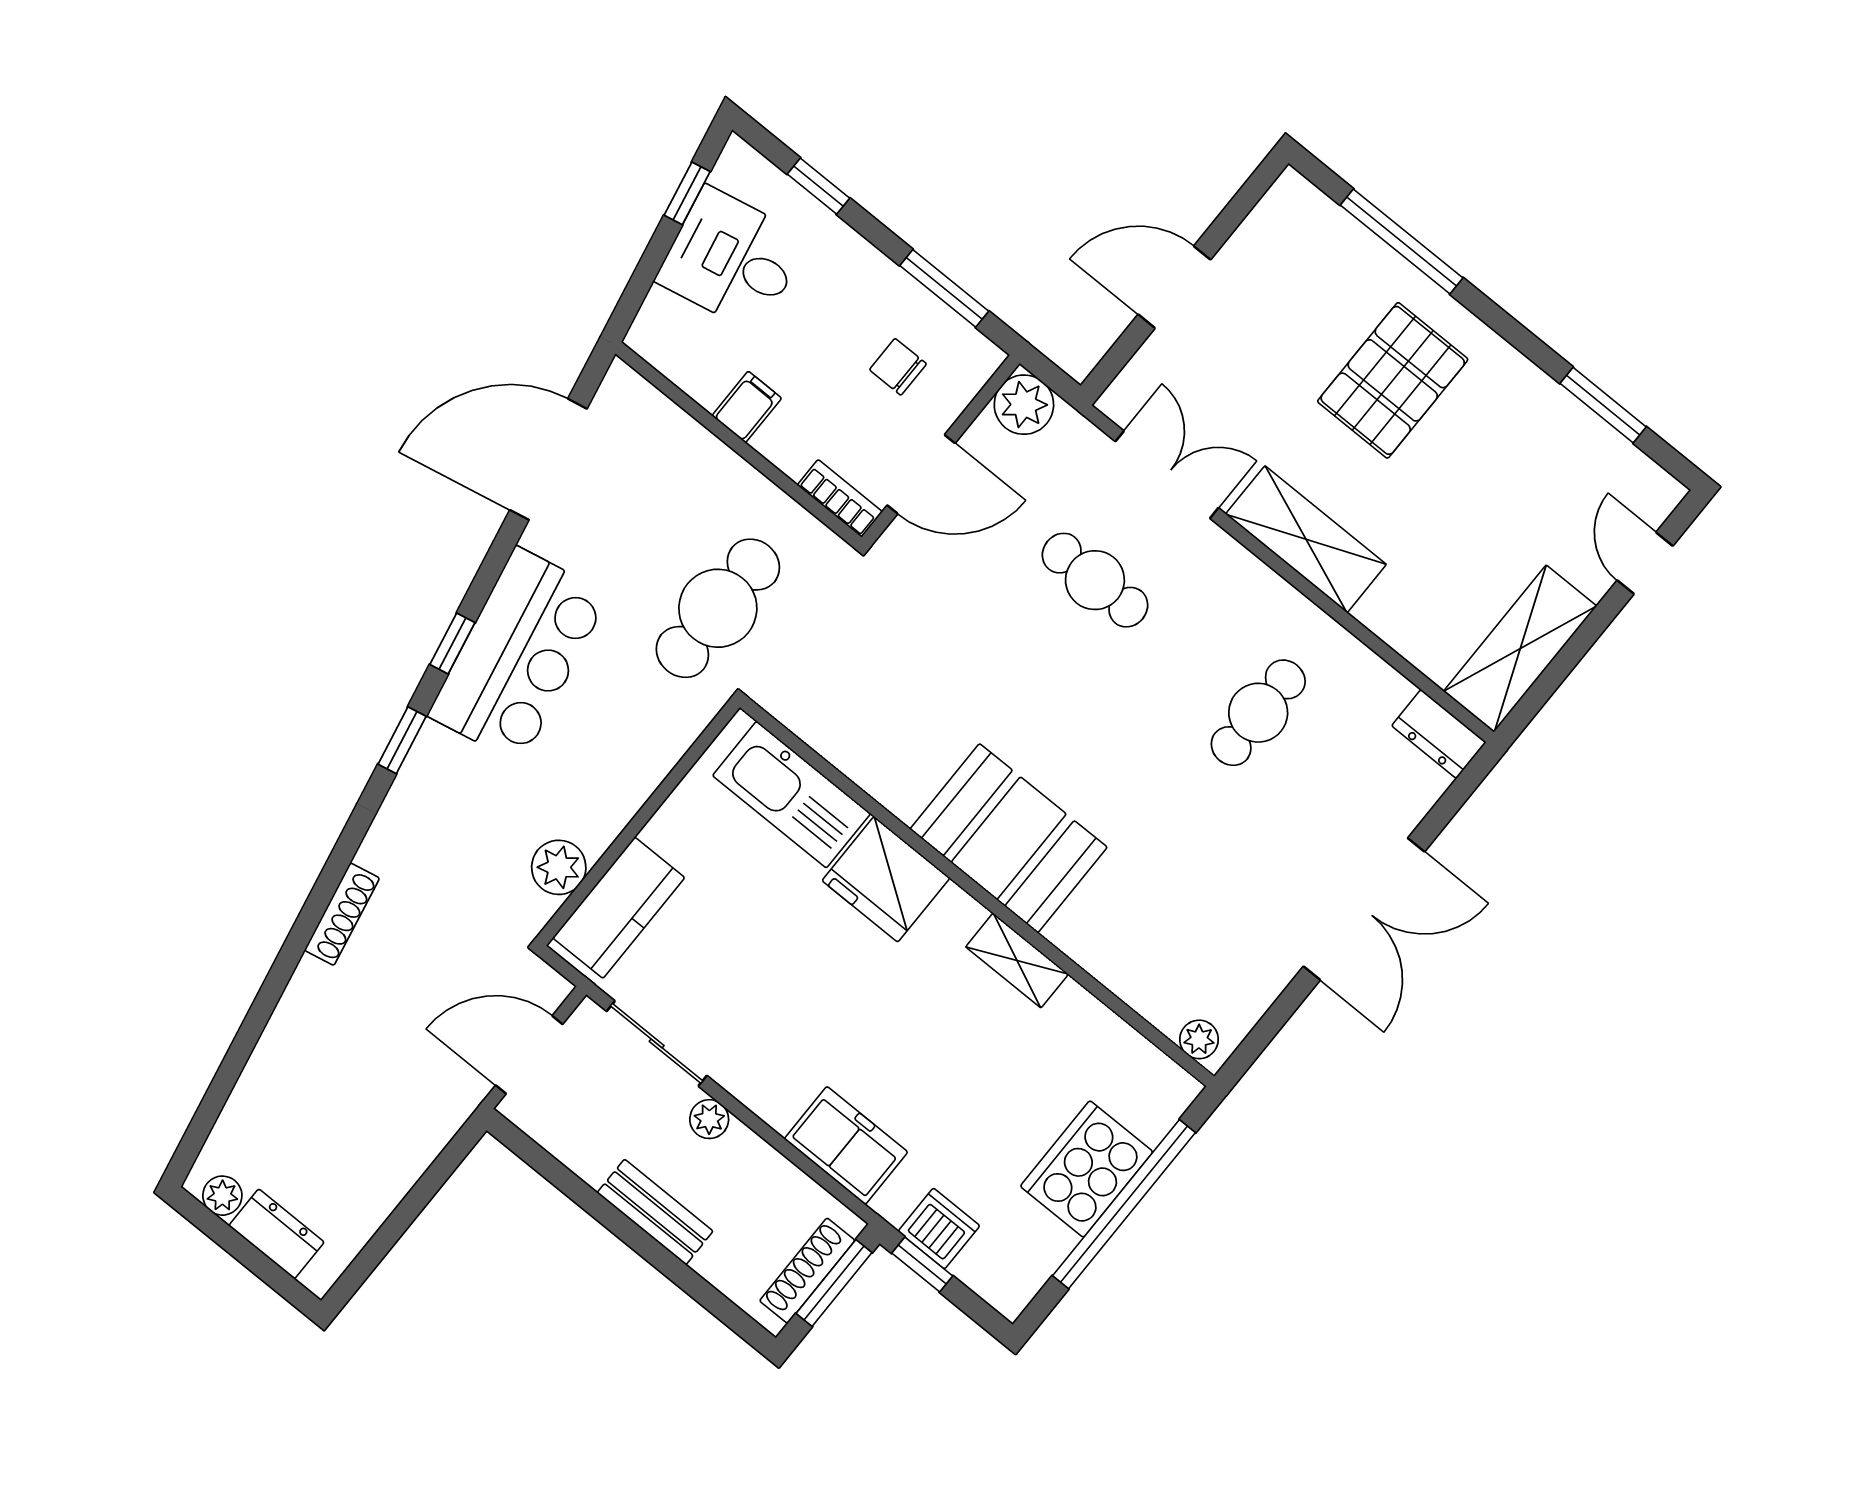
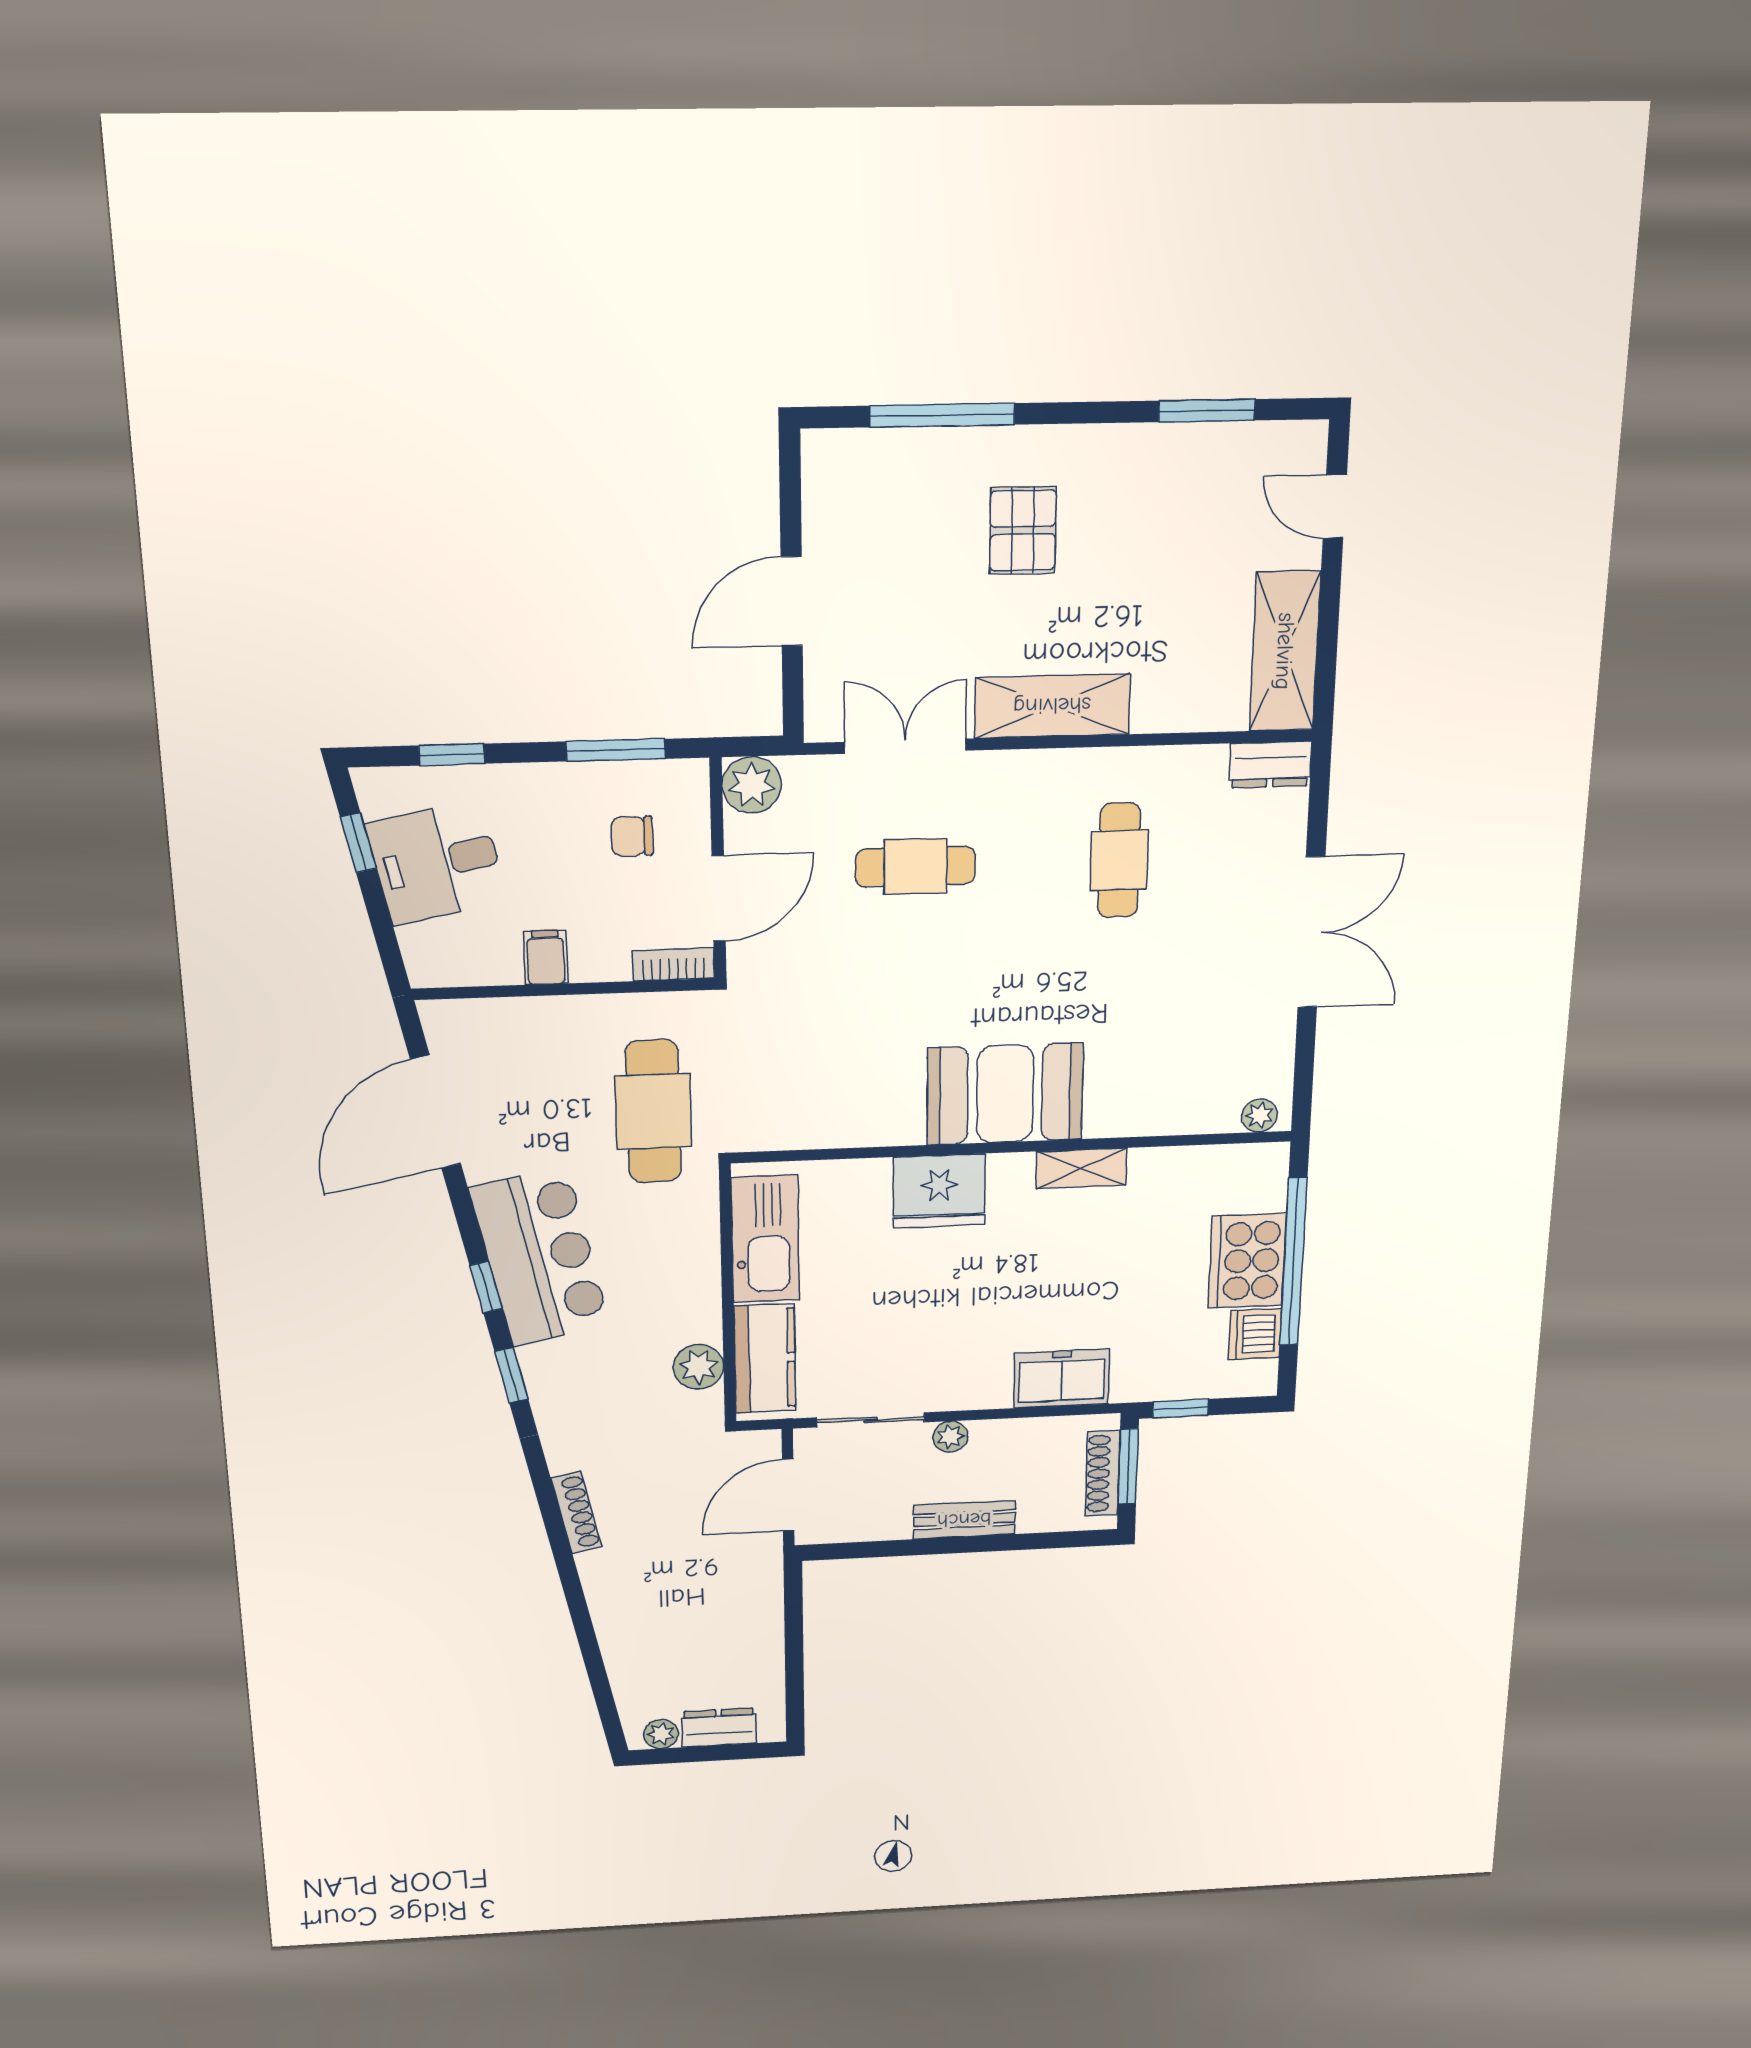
pallet: (1393, 380) -> (1023, 530), width x0.67, depth x0.71
kitchen sink: (792, 795) -> (765, 1239), moved, turned -90
dishwasher: (939, 1229) -> (1255, 1334), moved, turned -90

